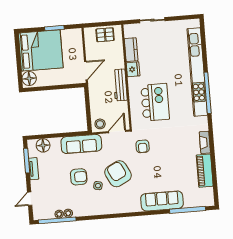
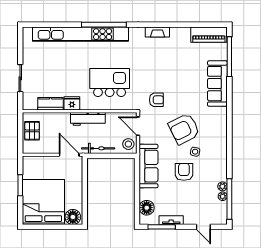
bicycle: (94, 97) -> (98, 148), added
piano: (205, 171) -> (209, 35), moved

